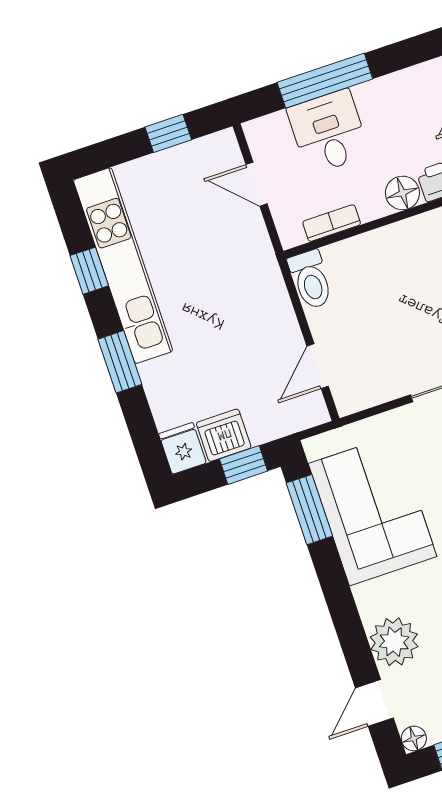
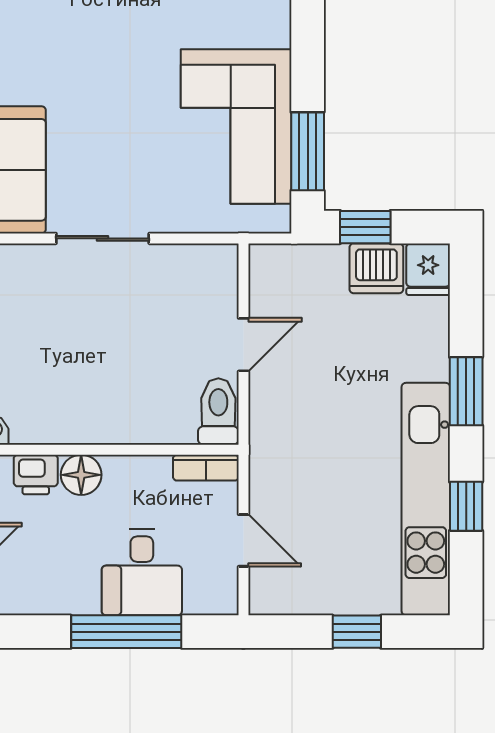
window: (168, 133) -> (357, 632), moved
bookcase: (332, 223) -> (206, 468), moved
door: (318, 366) -> (243, 345), moved

